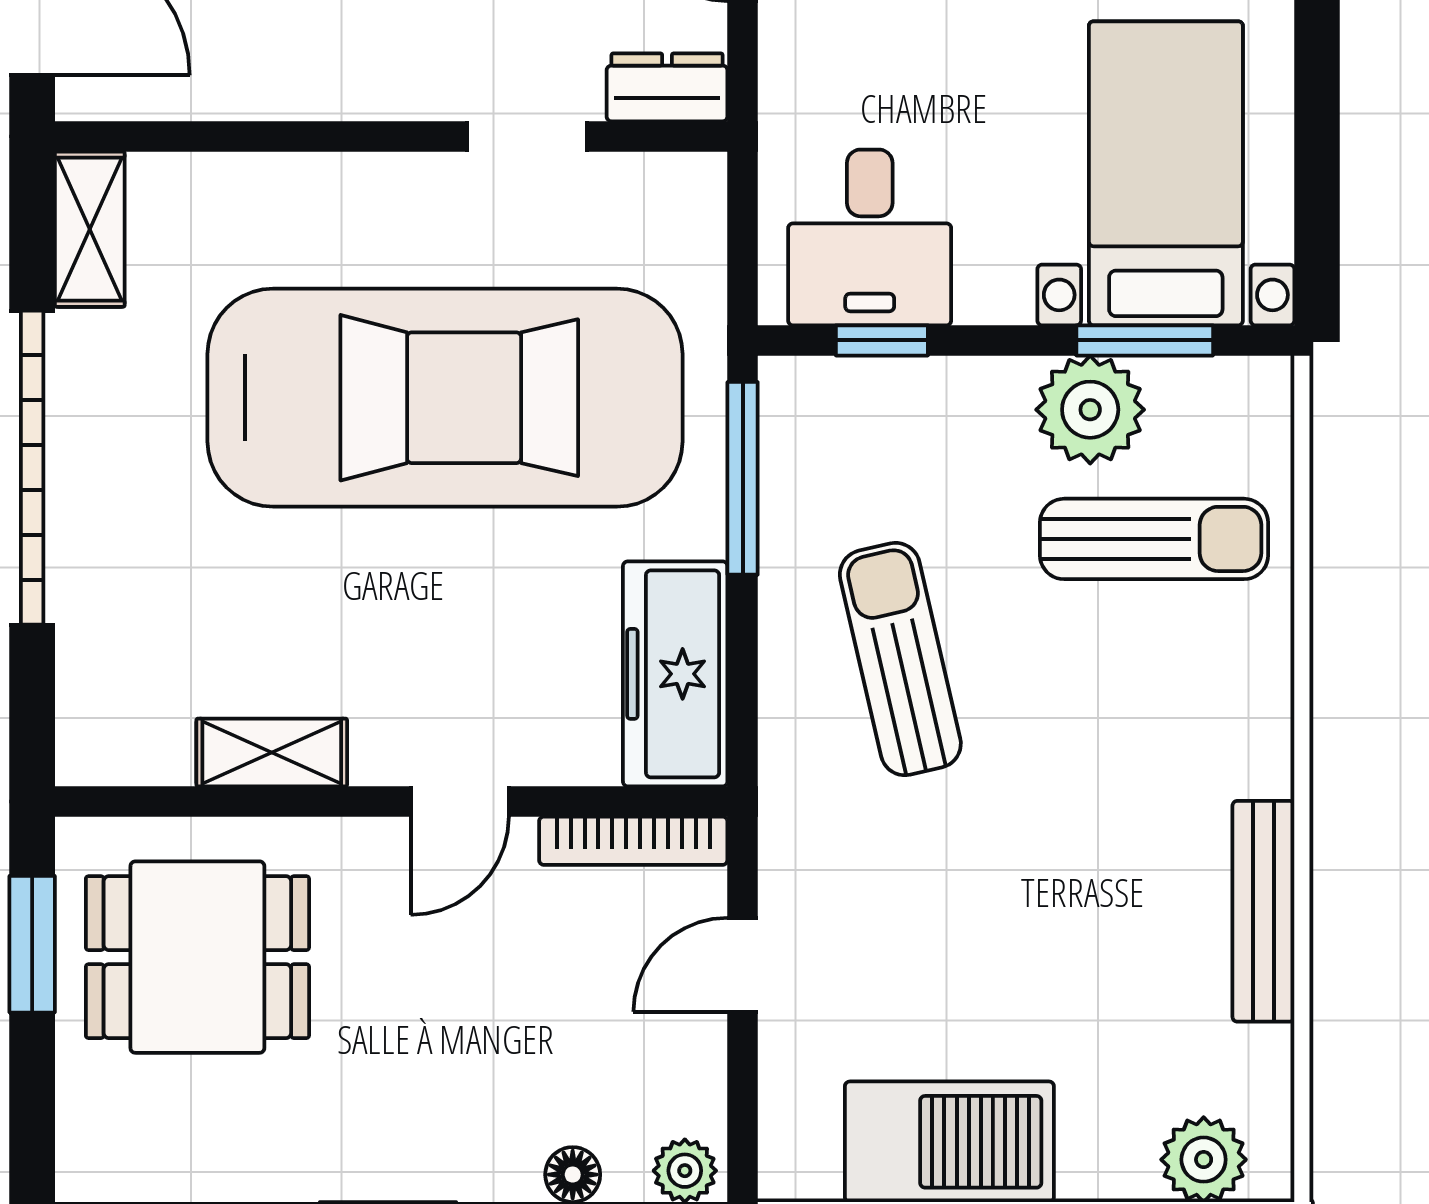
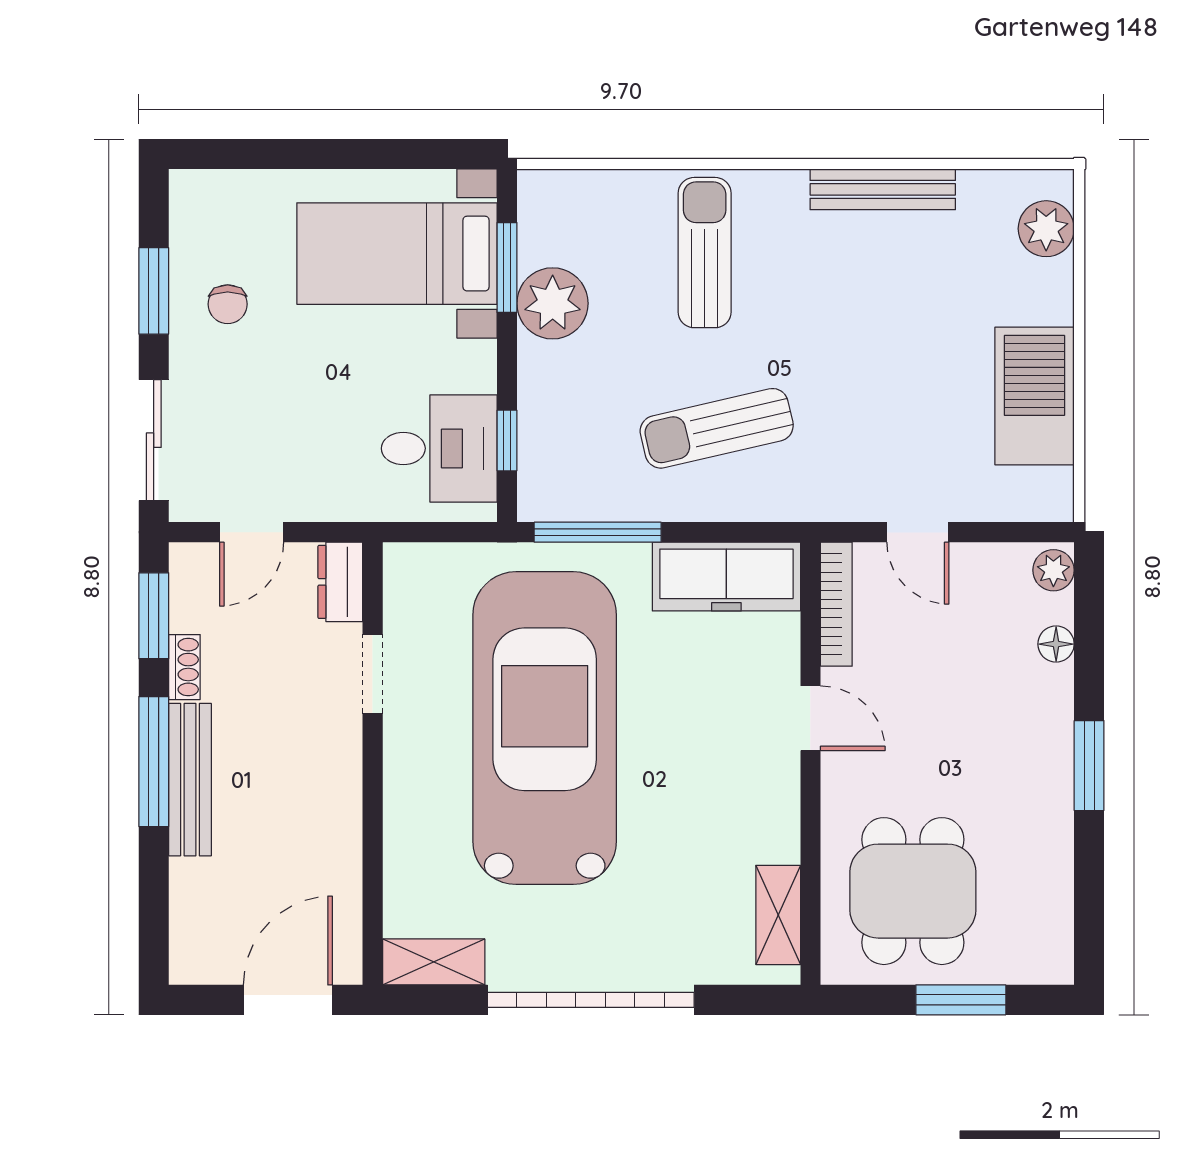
sun lounger: (1154, 539) -> (705, 253), moved
shelving: (272, 752) -> (778, 915), moved
window: (32, 944) -> (961, 1000), moved

